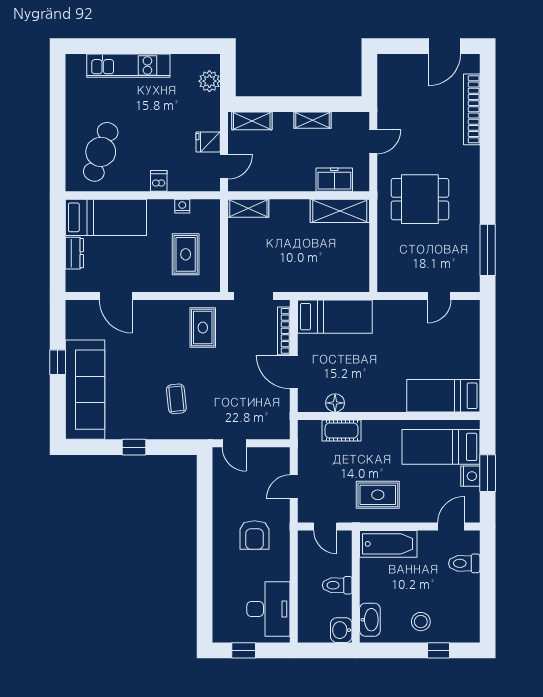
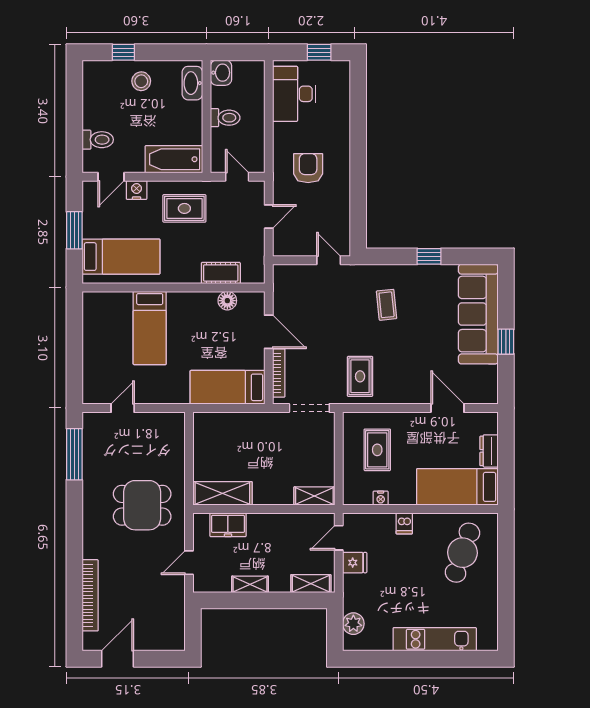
bed: (443, 396) -> (150, 328), moved, turned 90
nightstand: (470, 476) -> (137, 190), moved, turned 90

